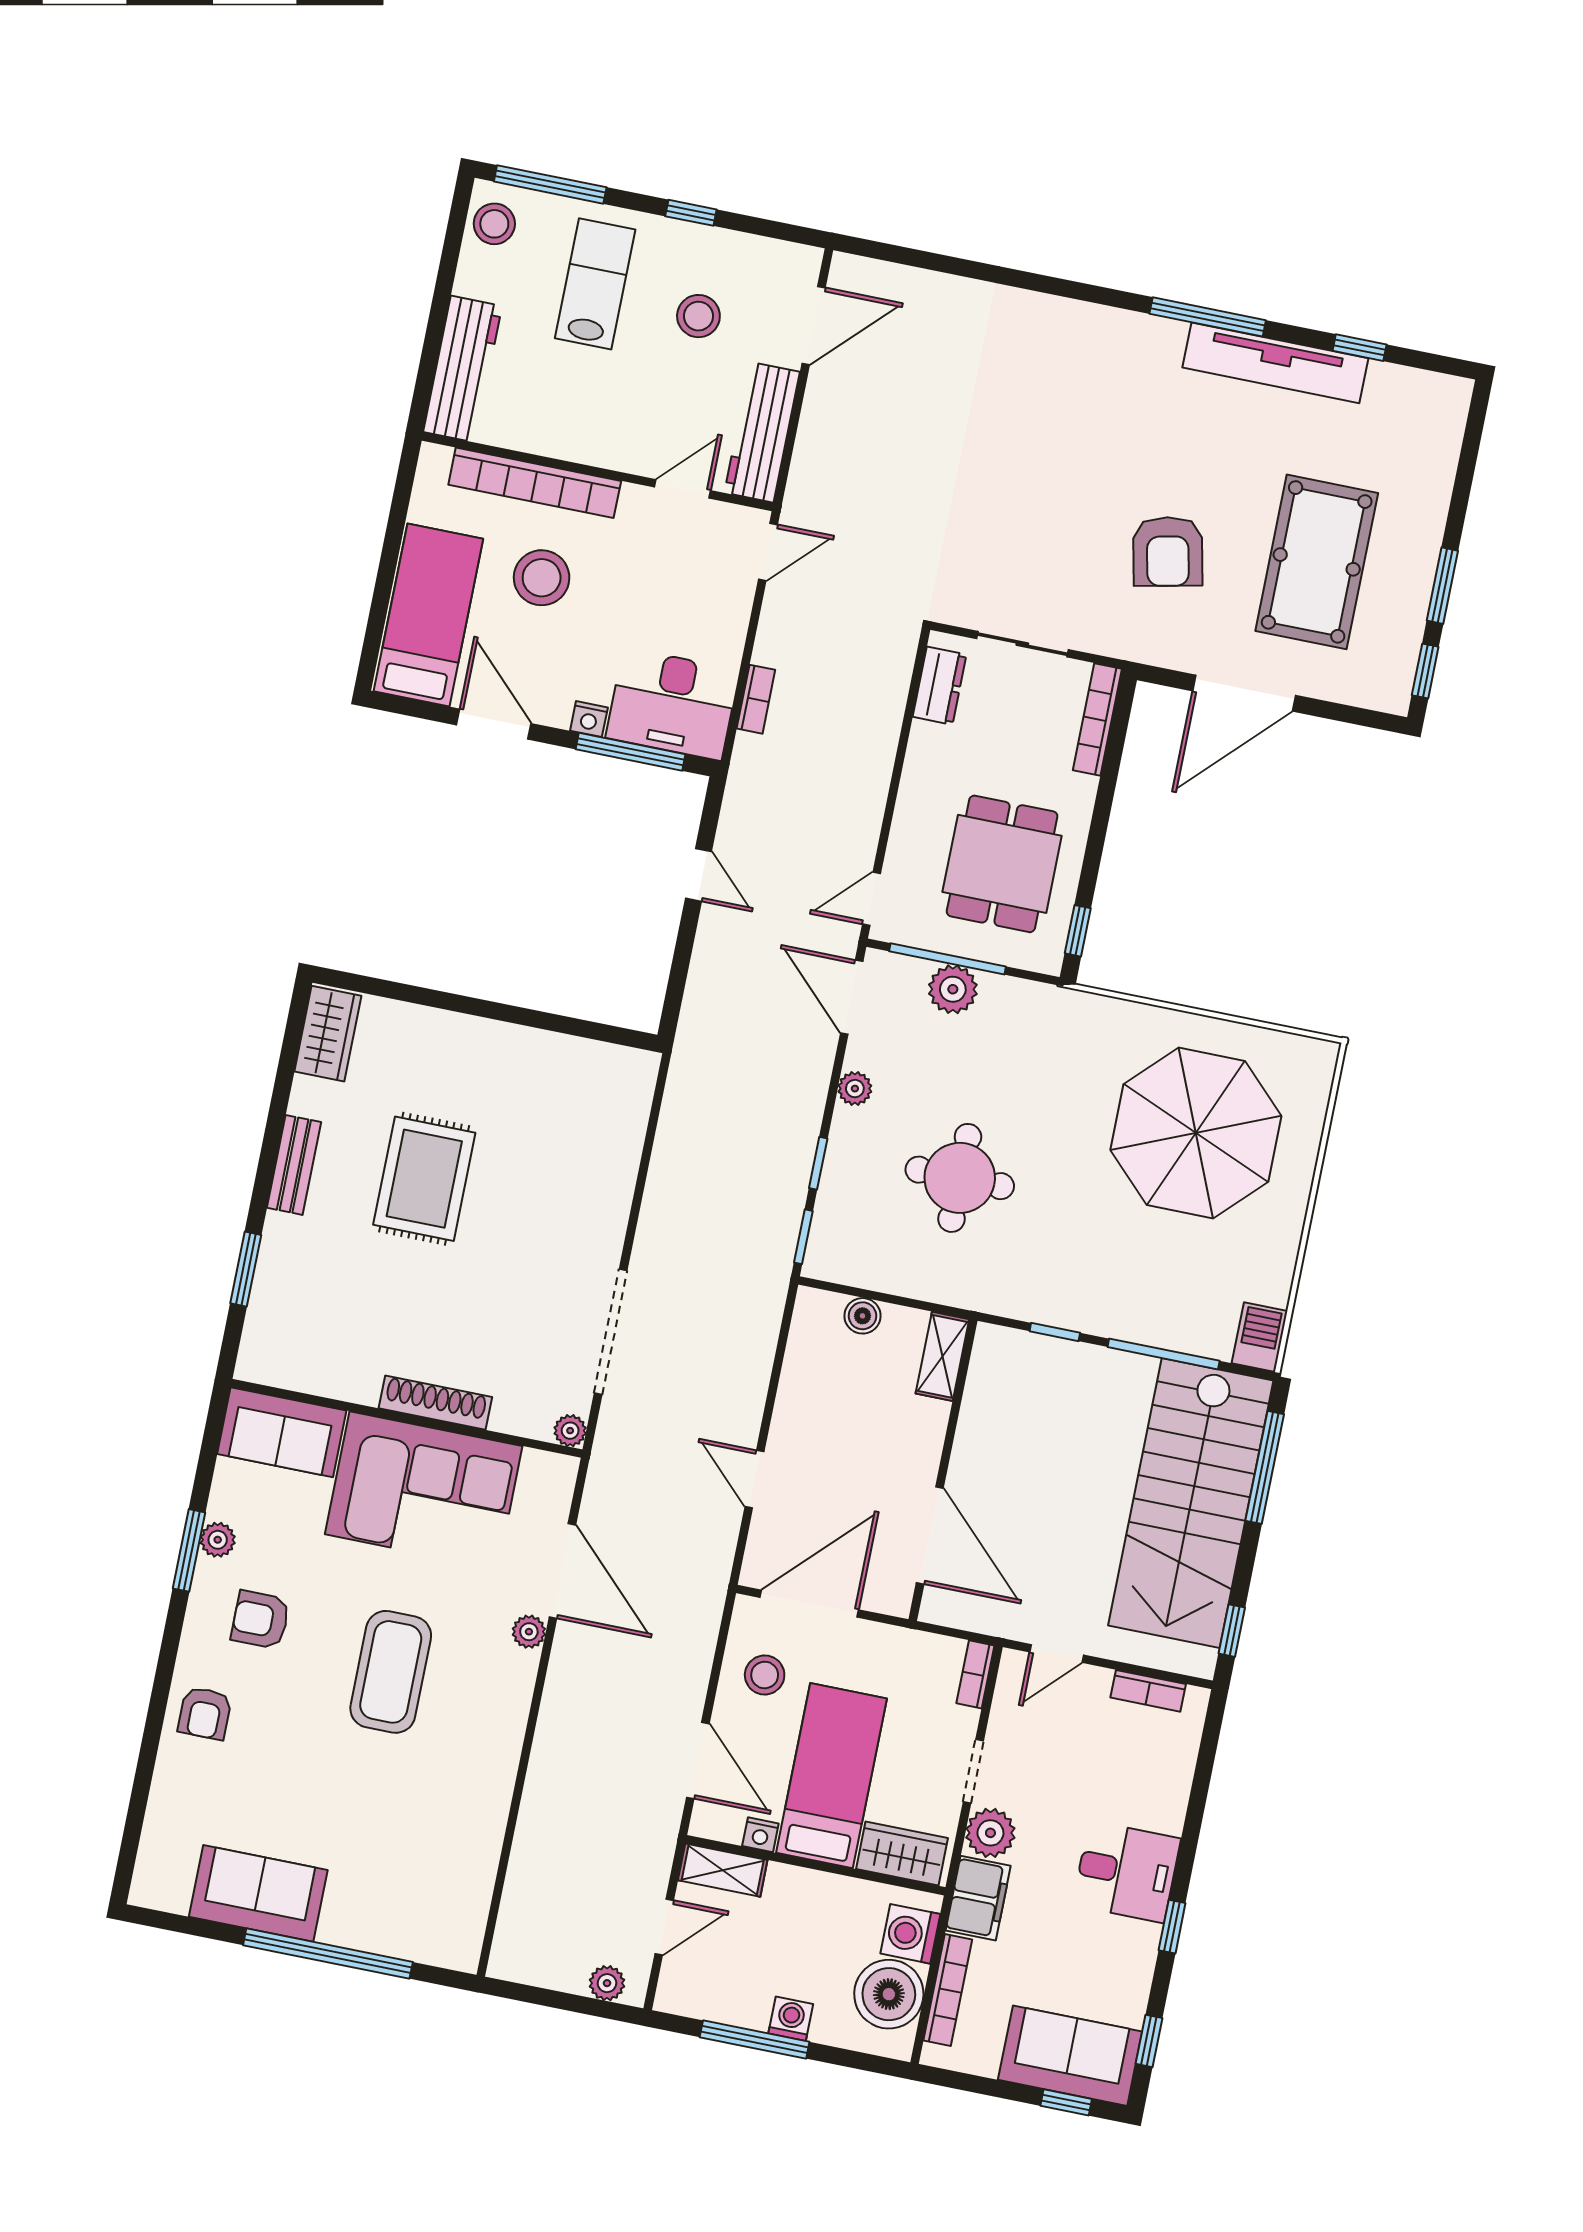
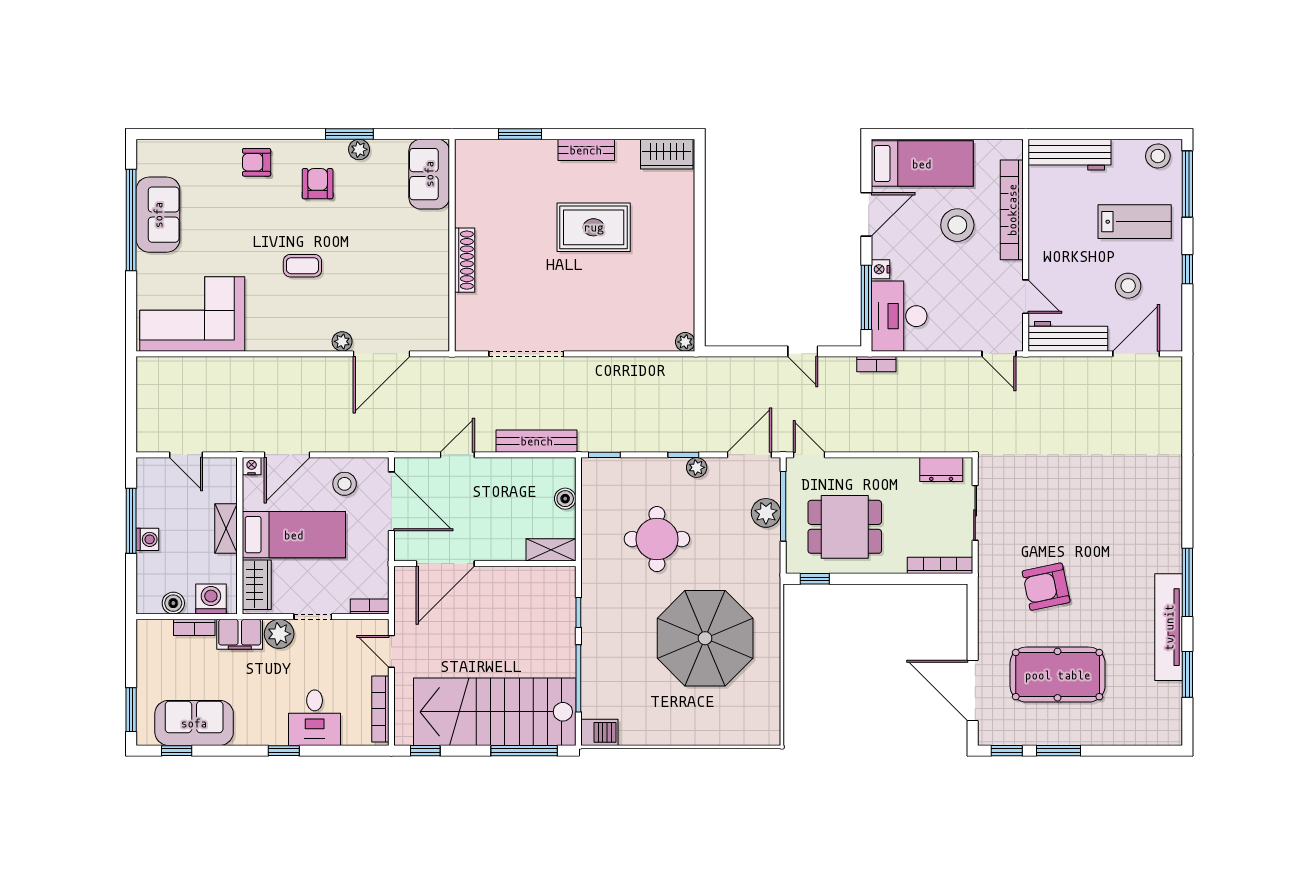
door: (814, 326) -> (1136, 354), swing flipped
window: (1360, 348) -> (1187, 674), width x1.50
door: (1244, 693) -> (973, 690), moved
bookcase: (756, 699) -> (876, 364), moved
door: (698, 875) -> (803, 351), hinge flipped
parasol: (1196, 1133) -> (705, 638), moved
window: (818, 1163) -> (683, 455), moved
bench: (758, 1344) -> (537, 441), added
plant: (570, 1431) -> (685, 342), moved
corner sofa: (424, 1490) -> (192, 314), moved, turned 90
coffee table: (391, 1672) -> (302, 266), width x0.54, depth x0.58
bookcase: (1148, 1691) -> (380, 709), width x1.56
nightstand: (760, 1835) -> (252, 466), moved, turned 90
shelving: (723, 1870) -> (226, 529), moved
desk: (1127, 1872) -> (315, 718), moved
window: (1172, 1927) -> (284, 751), moved
window: (328, 1954) -> (131, 220), moved
plant: (607, 1983) -> (147, 428), removed
bookcase: (948, 1990) -> (194, 627), width x0.64
boiler: (889, 1994) -> (173, 603), width x0.54, depth x0.54
sofa: (1070, 2056) -> (194, 723), moved, turned -90
window: (1066, 2102) -> (131, 710), width x1.50

